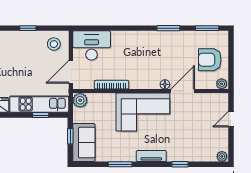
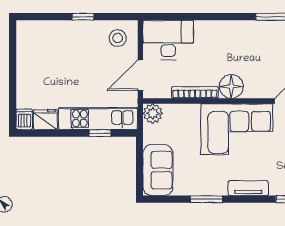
floor lamp: (165, 84) -> (231, 87), moved, width x1.89, depth x1.89
window: (70, 136) -> (140, 162), removed

